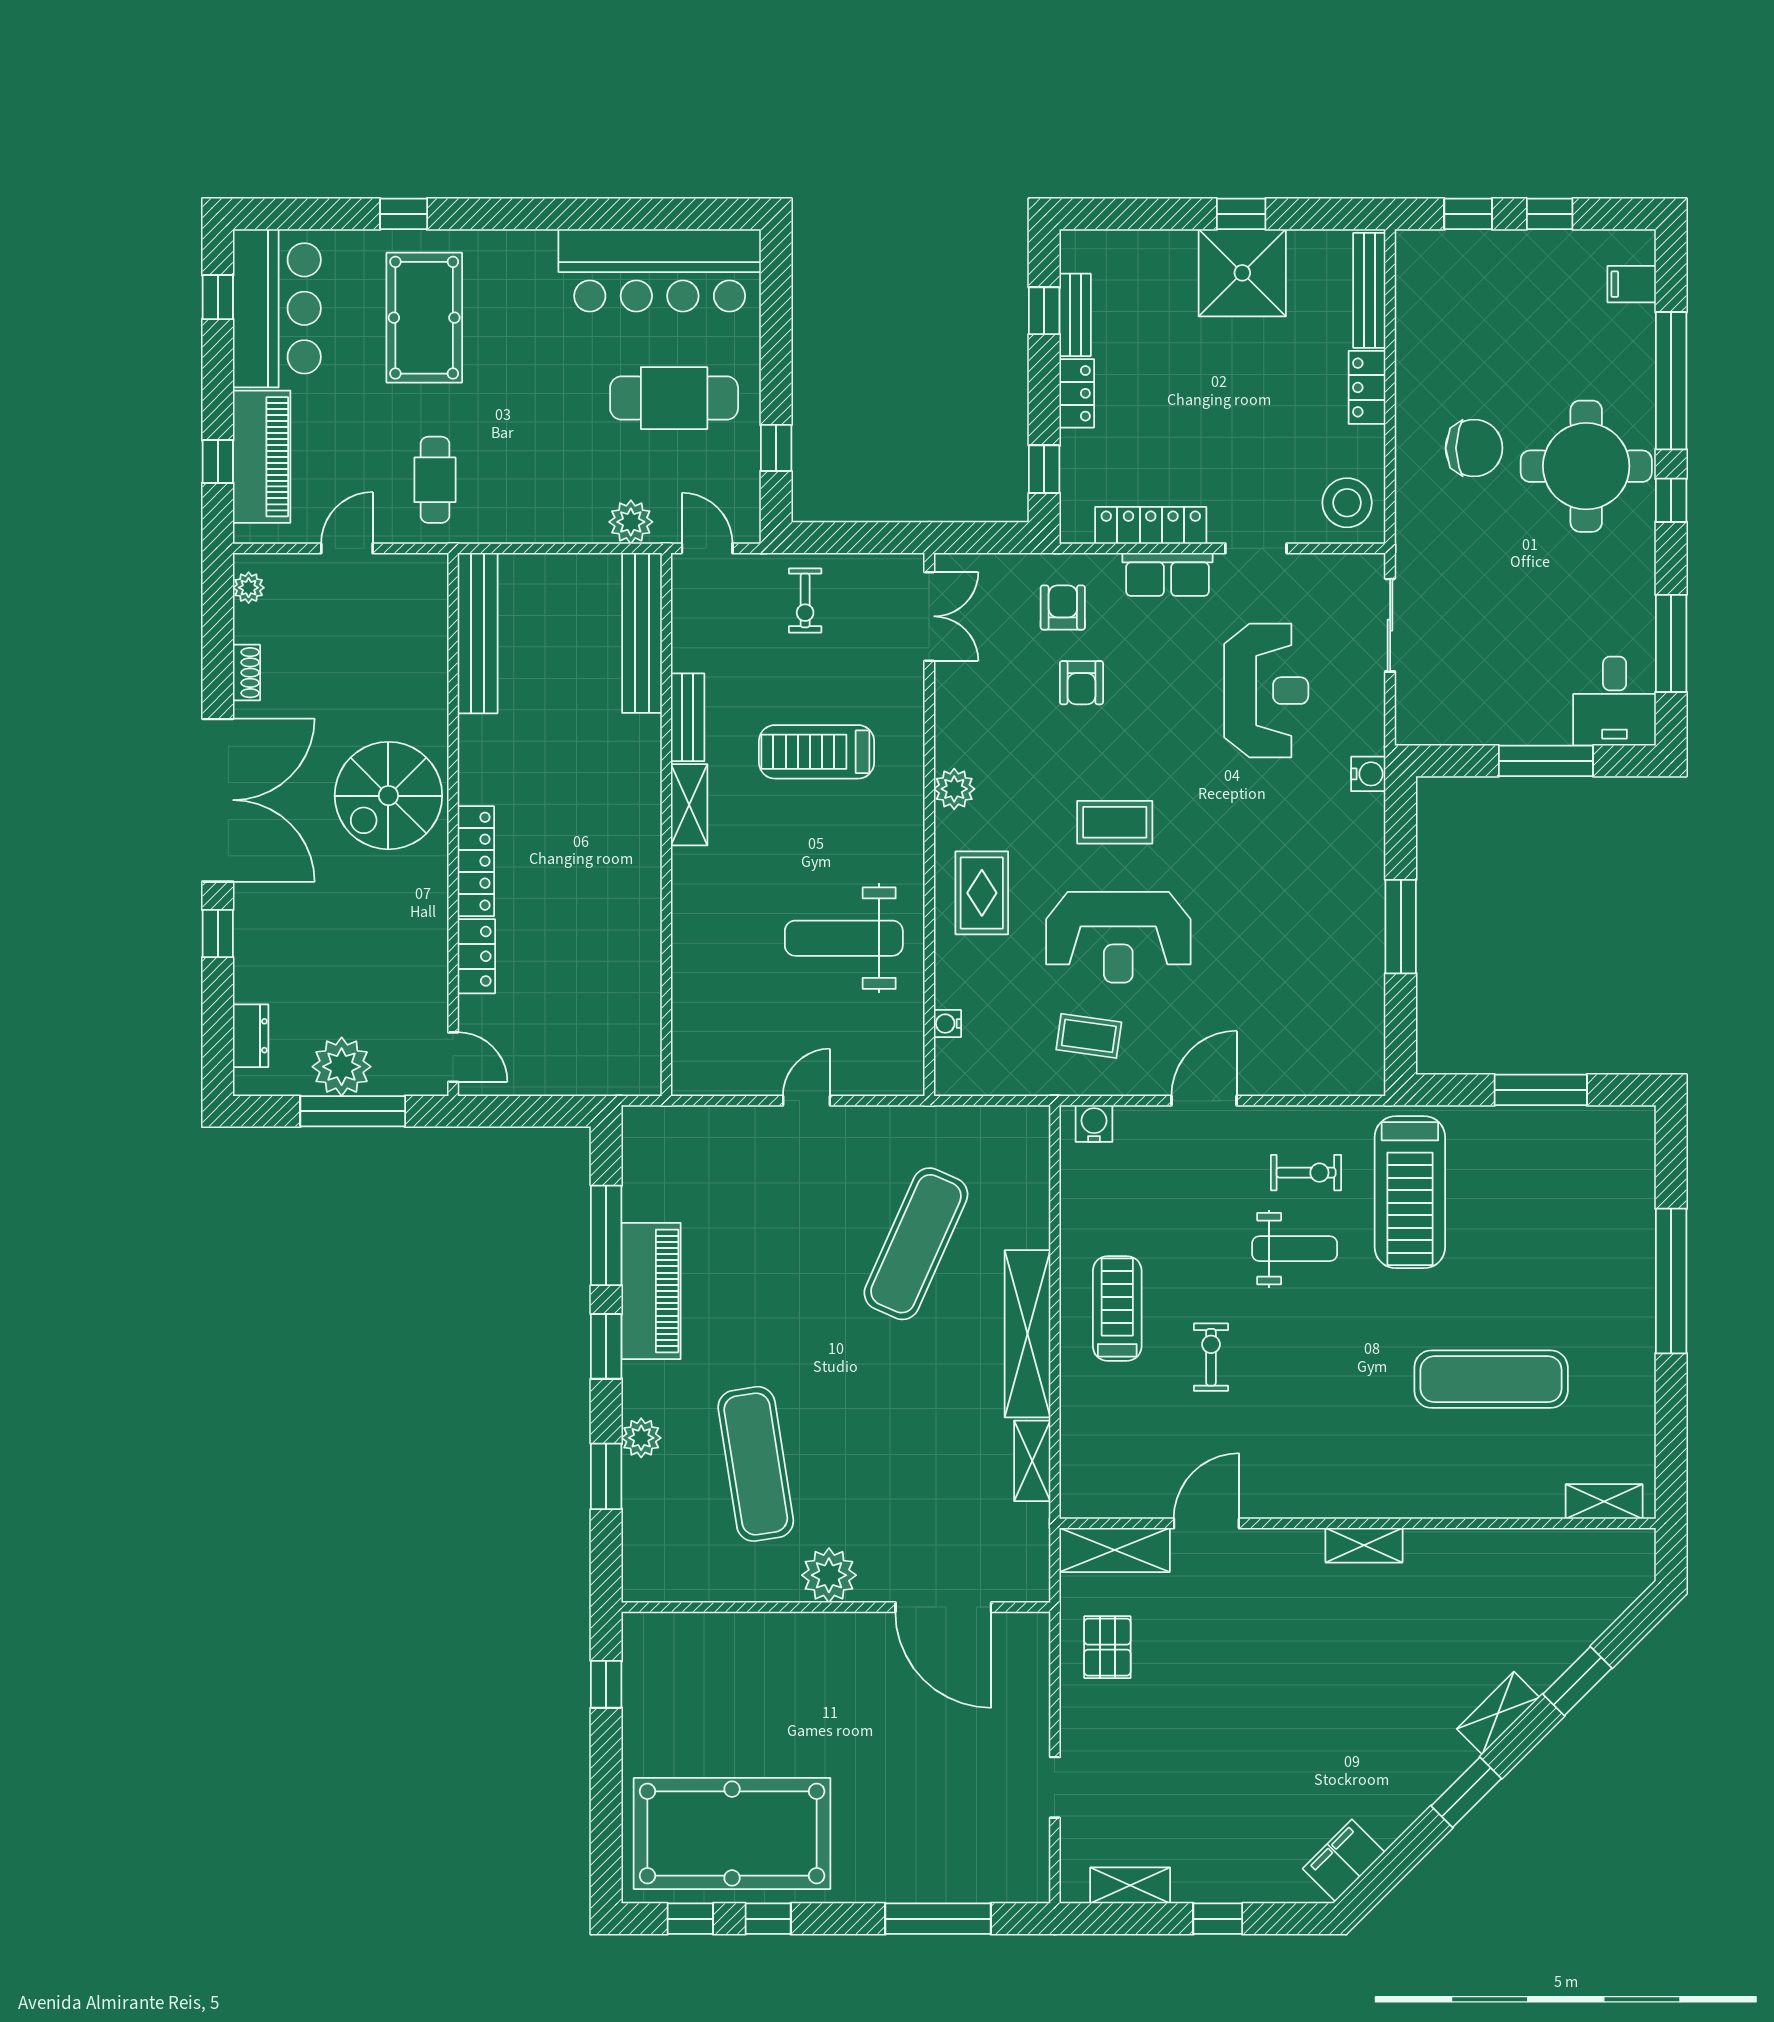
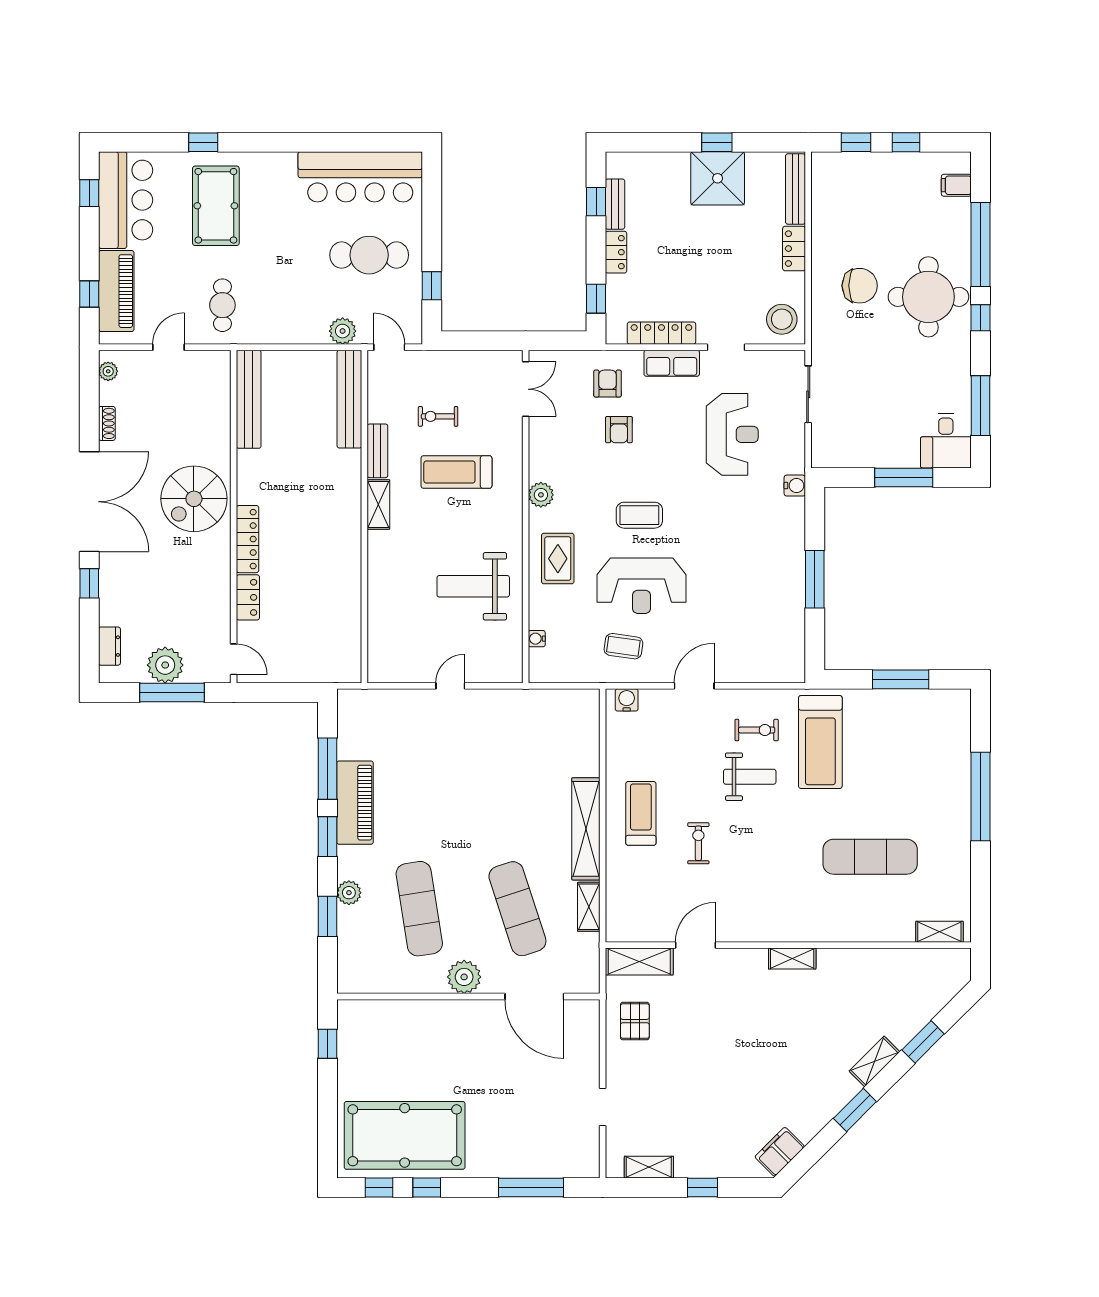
exercise bike: (805, 600) -> (438, 416), moved, turned 90
exercise mat: (916, 1244) -> (517, 909), moved, turned -42

